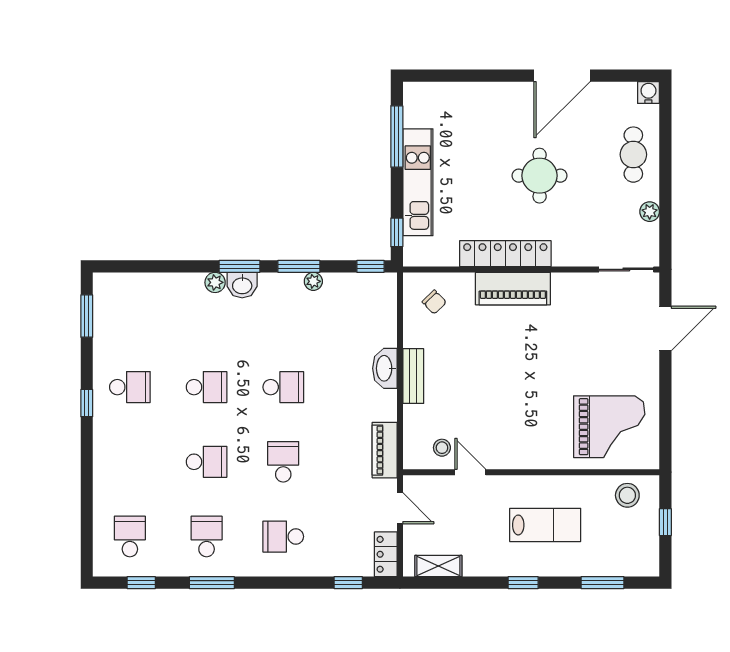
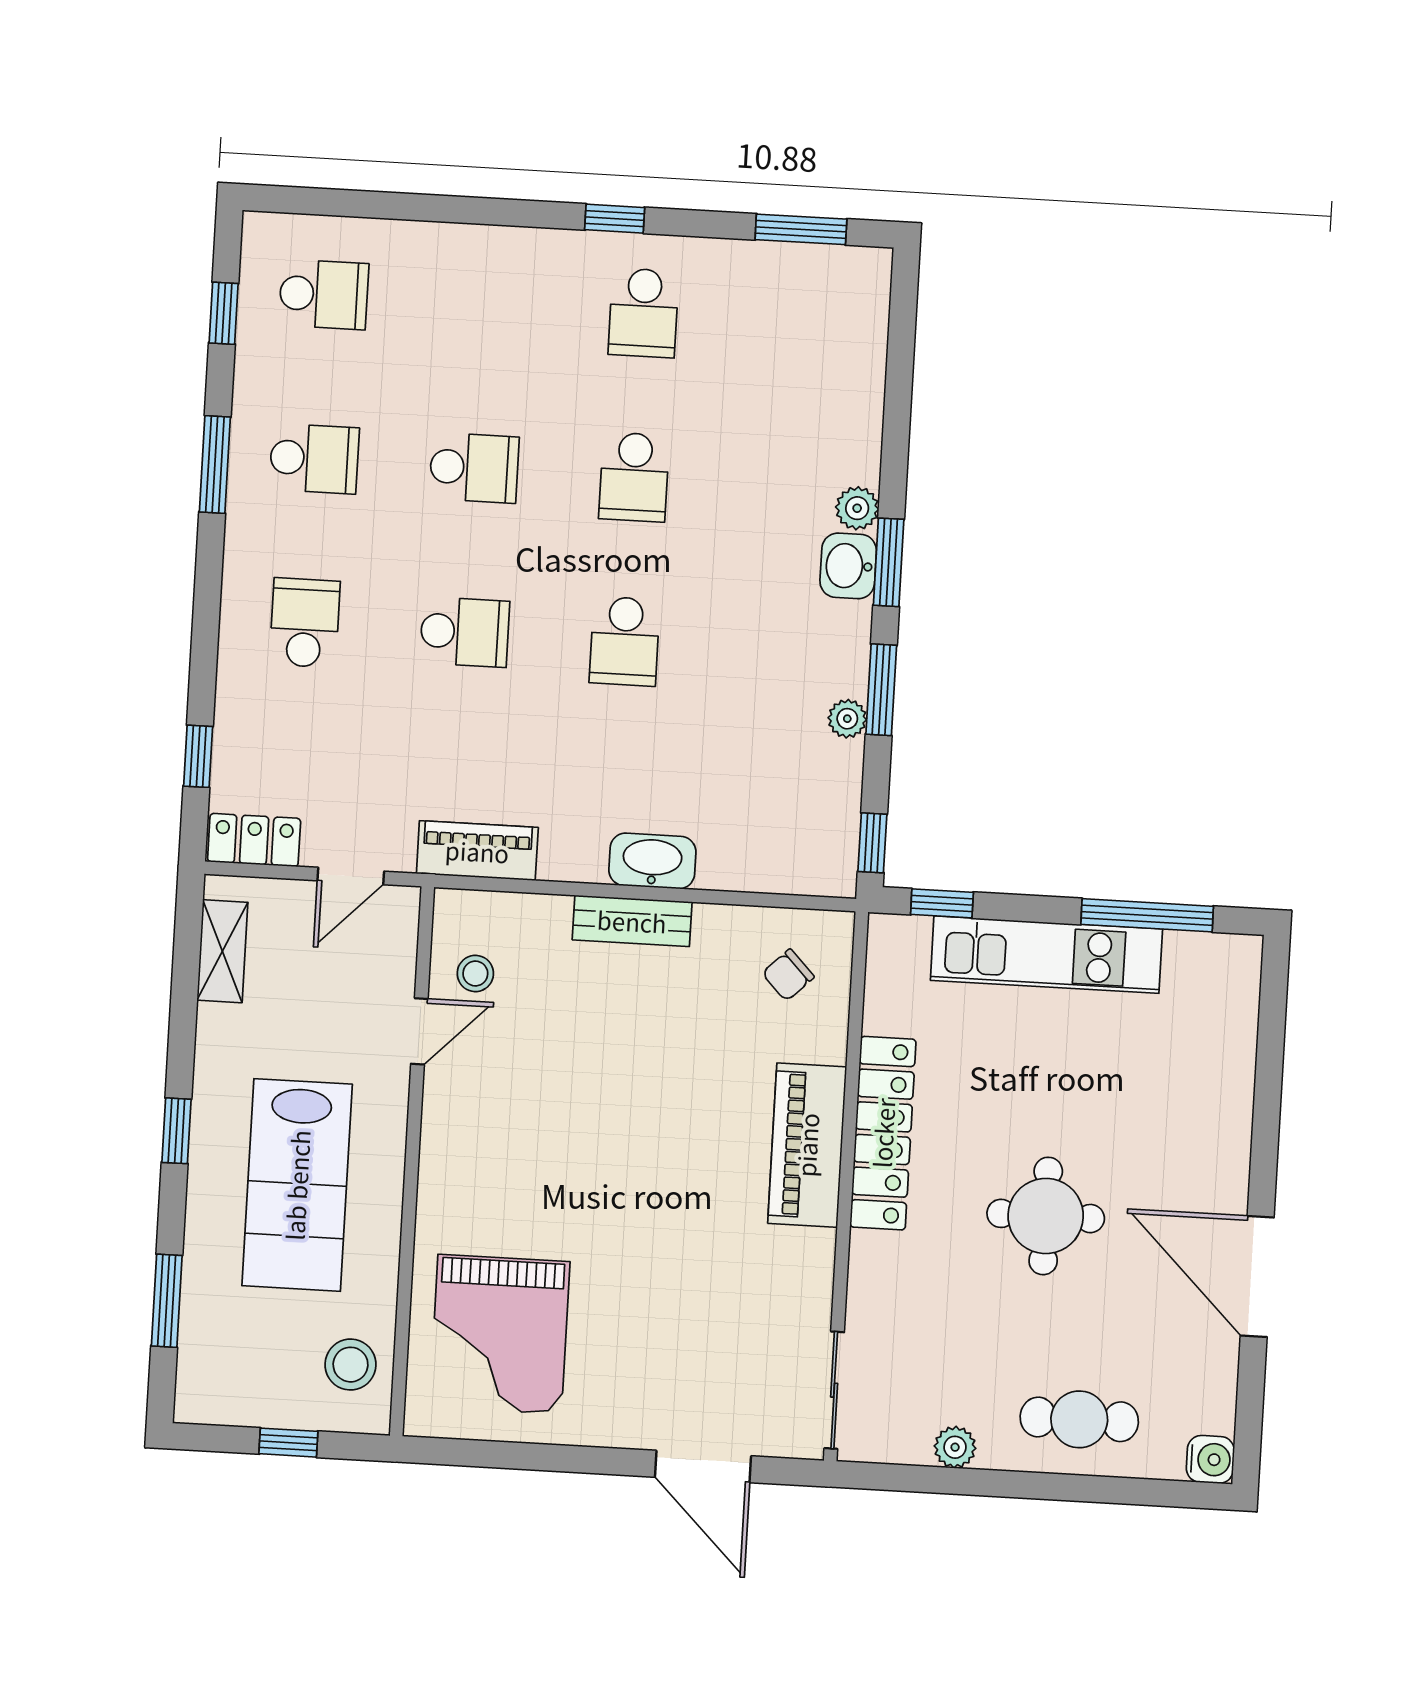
school desk: (207, 462) -> (474, 468), turned -90
lab bench: (545, 525) -> (297, 1185), width x1.36, depth x1.39

